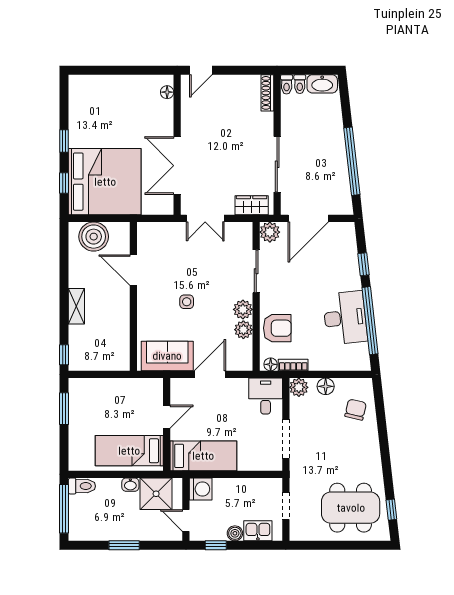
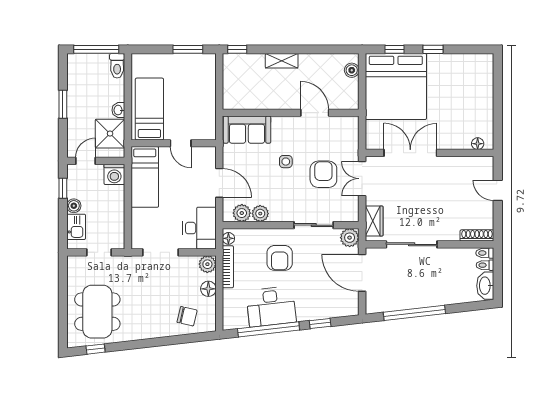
door: (201, 70) -> (498, 190), moved
boiler: (94, 237) -> (352, 70), width x0.54, depth x0.54
armchair: (201, 261) -> (323, 174), added
door: (133, 270) -> (315, 113), hinge flipped
plant: (243, 309) -> (242, 213), moved
armchair: (277, 328) -> (280, 258), moved
sofa: (167, 356) -> (247, 130), moved, turned 90
bookcase: (293, 365) -> (228, 267), width x1.56
desk: (266, 396) -> (200, 228), width x1.37

